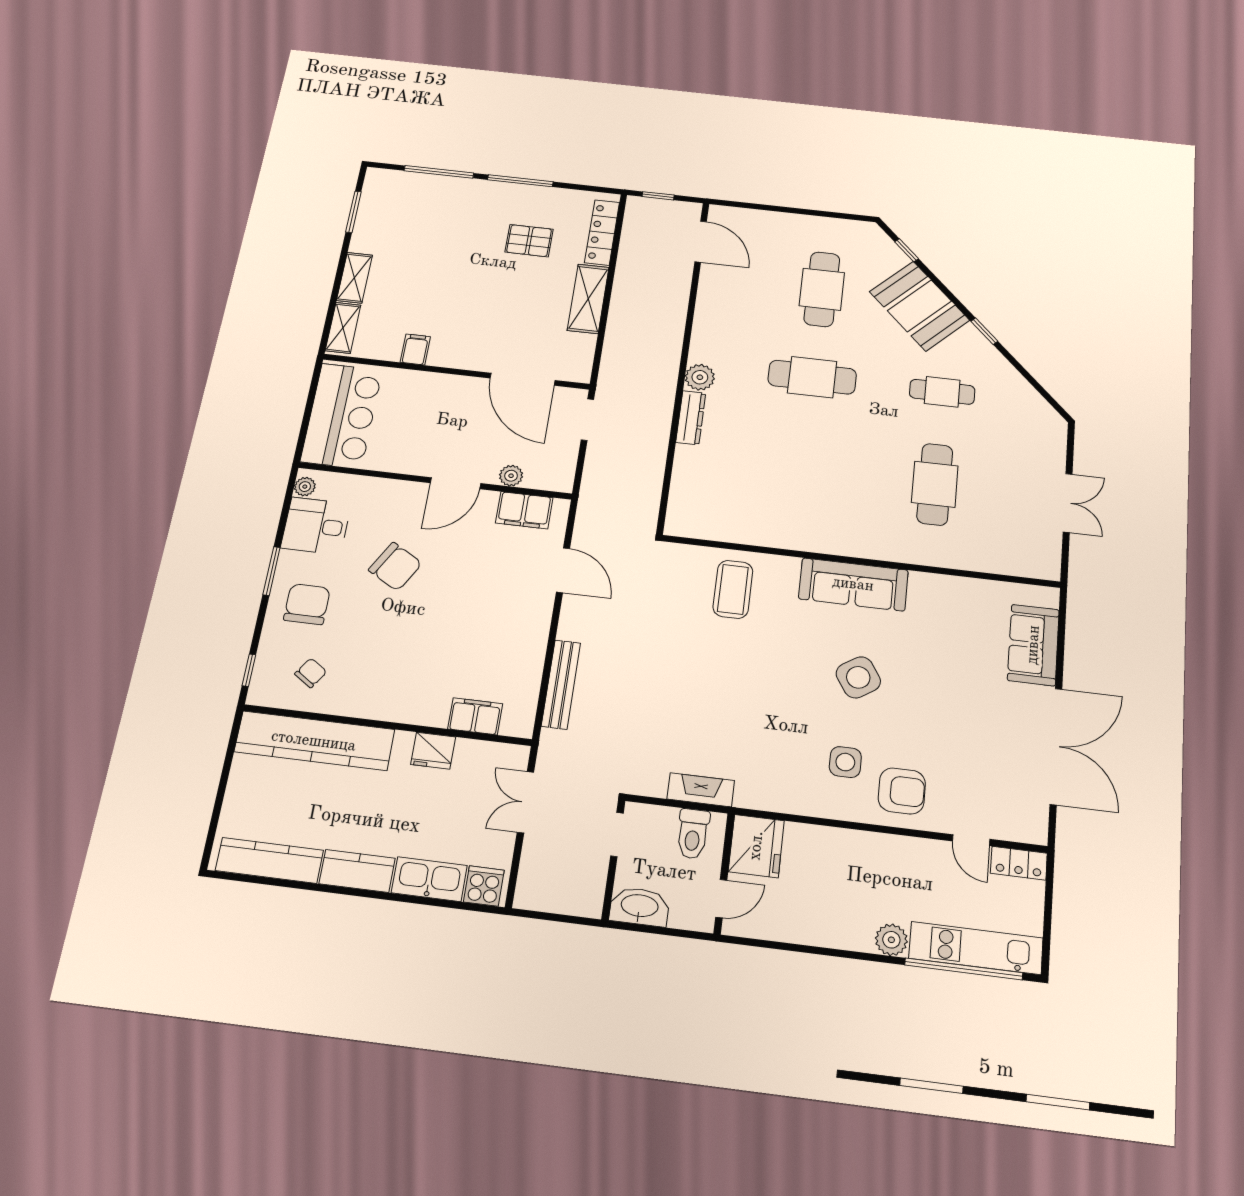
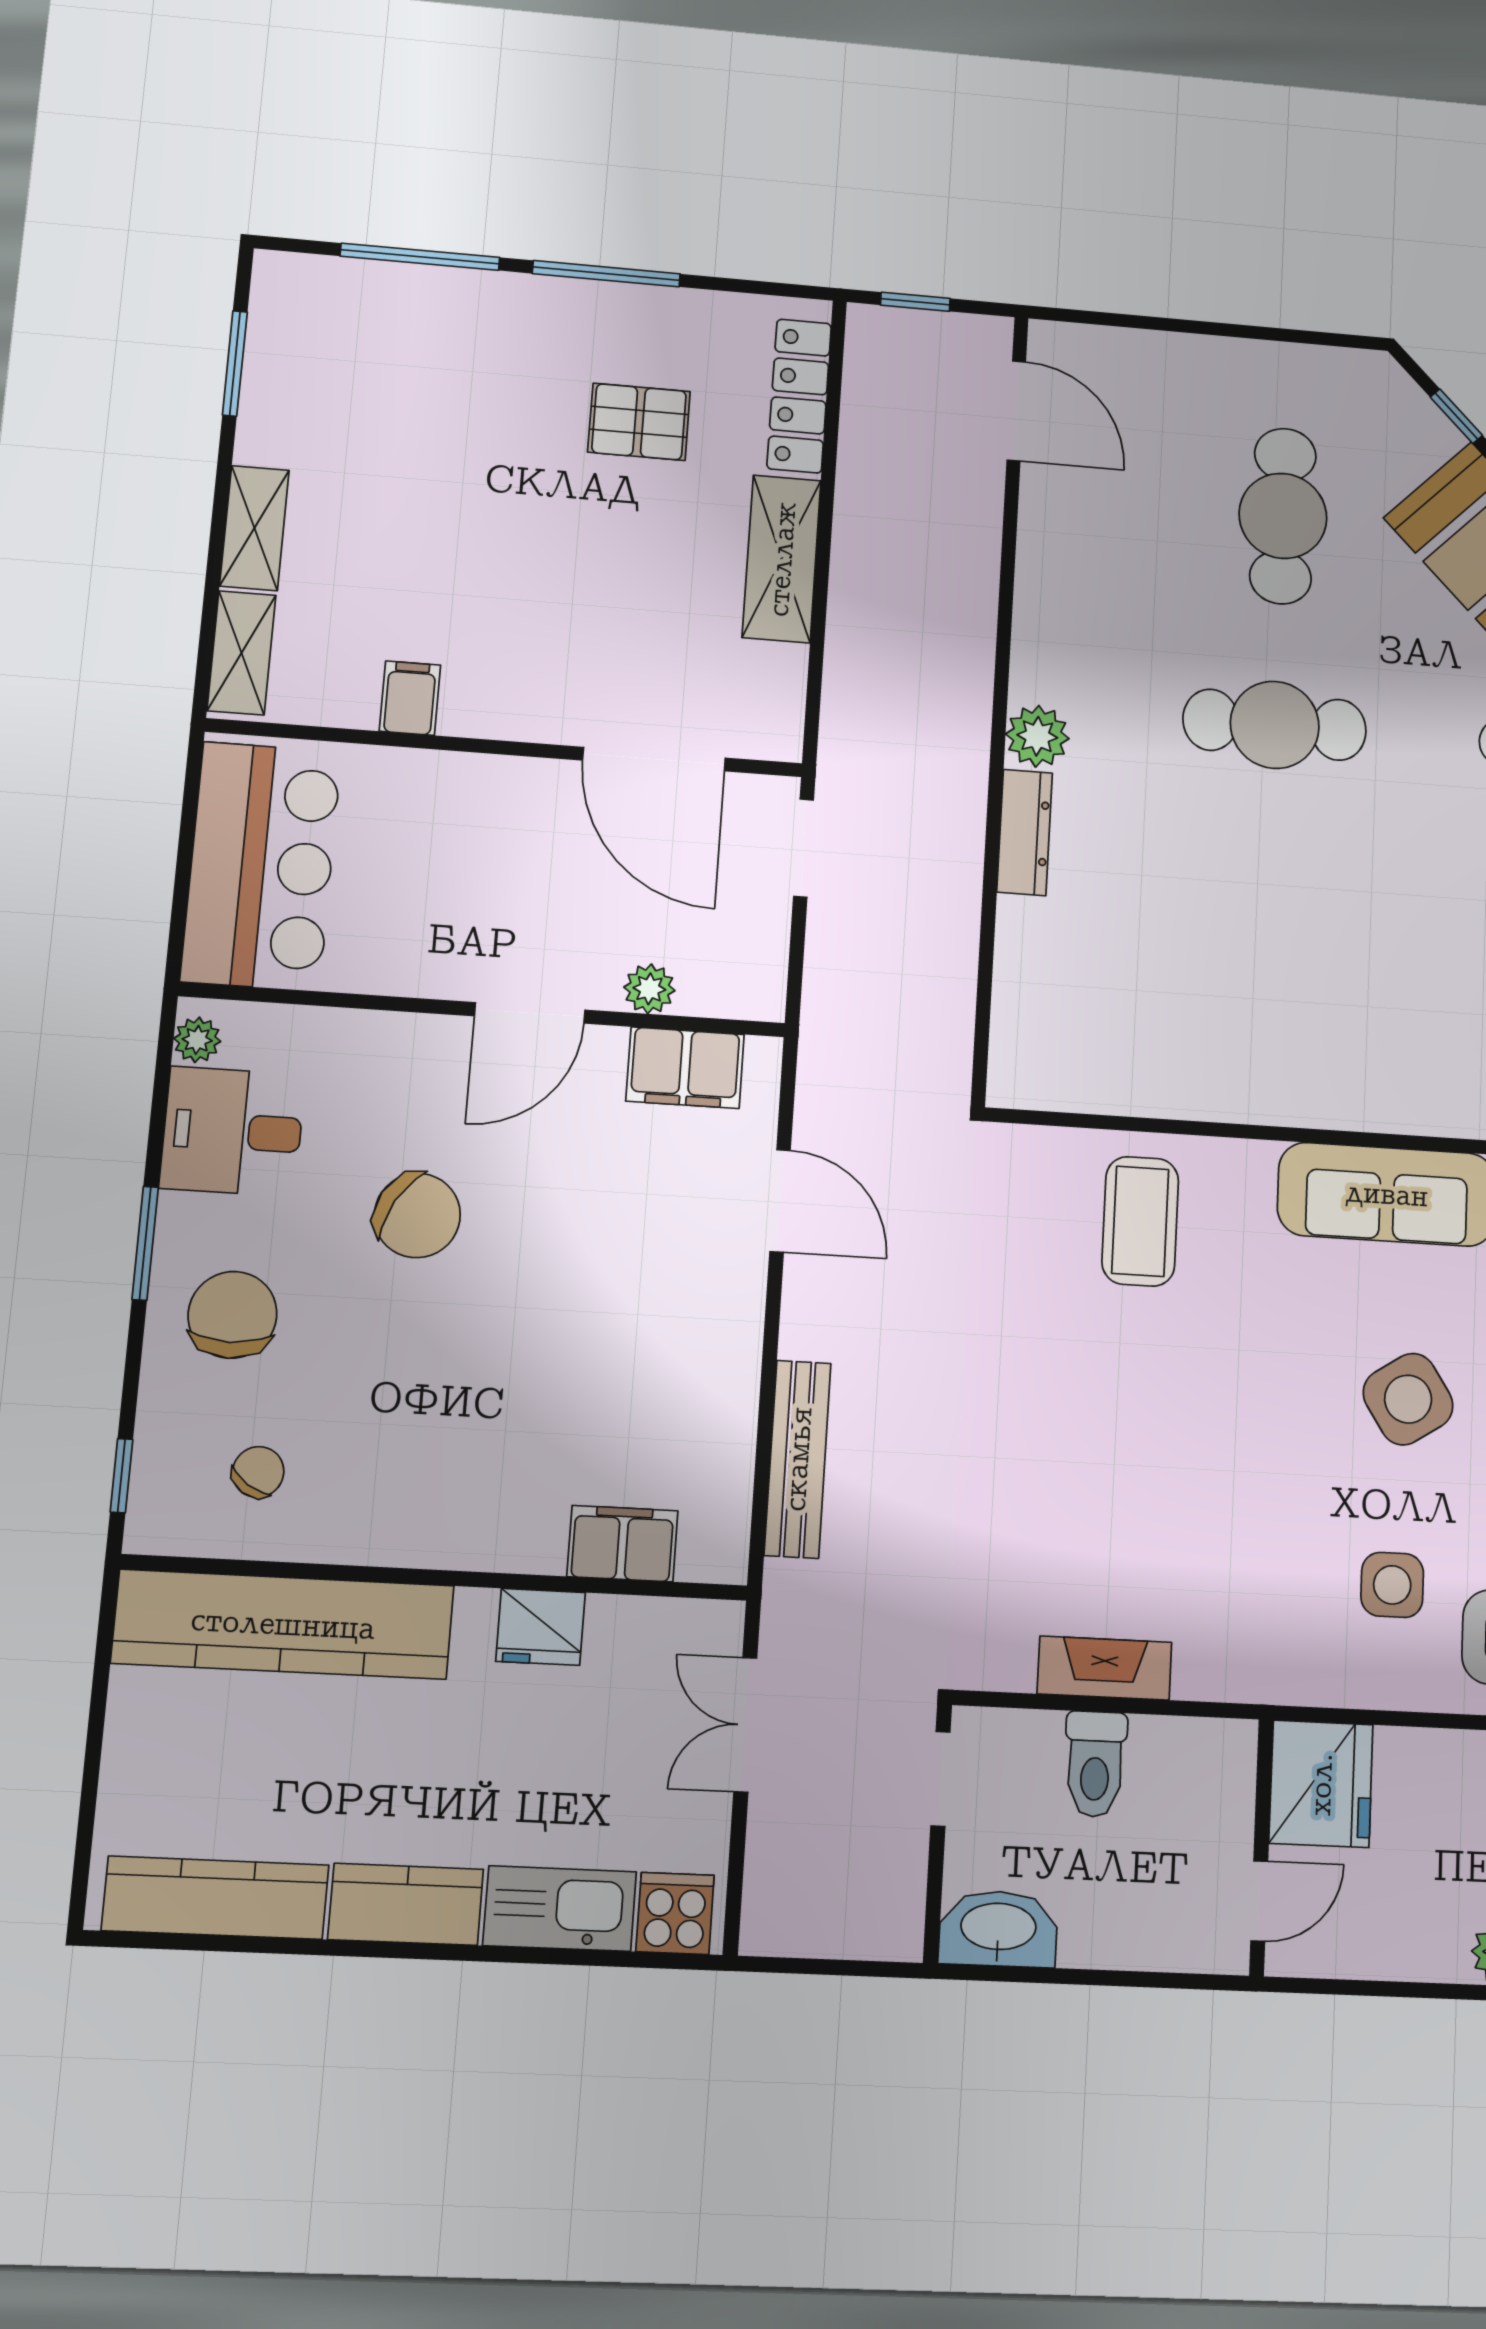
fridge: (756, 846) -> (1321, 1784), moved
wall: (724, 873) -> (1261, 1847), moved
door: (721, 899) -> (1259, 1901), moved

